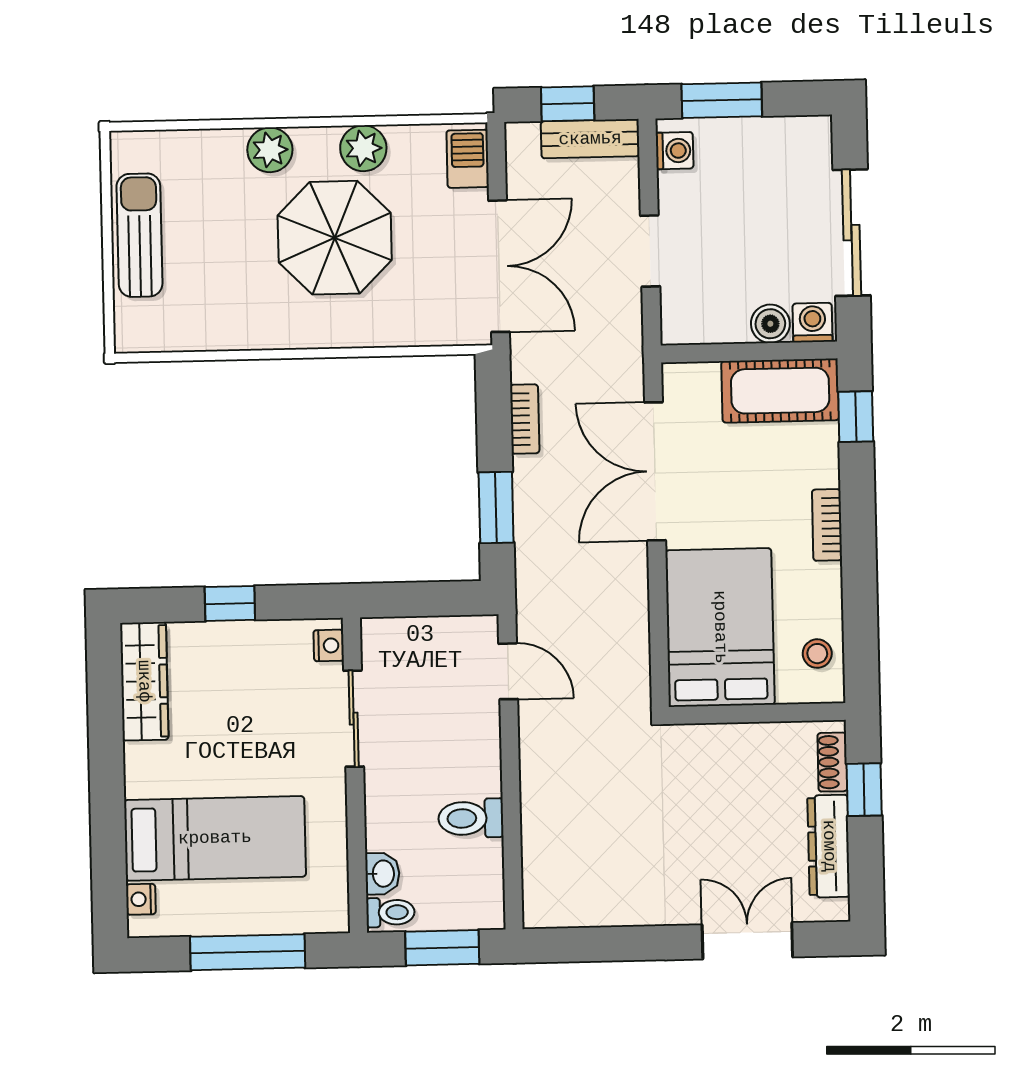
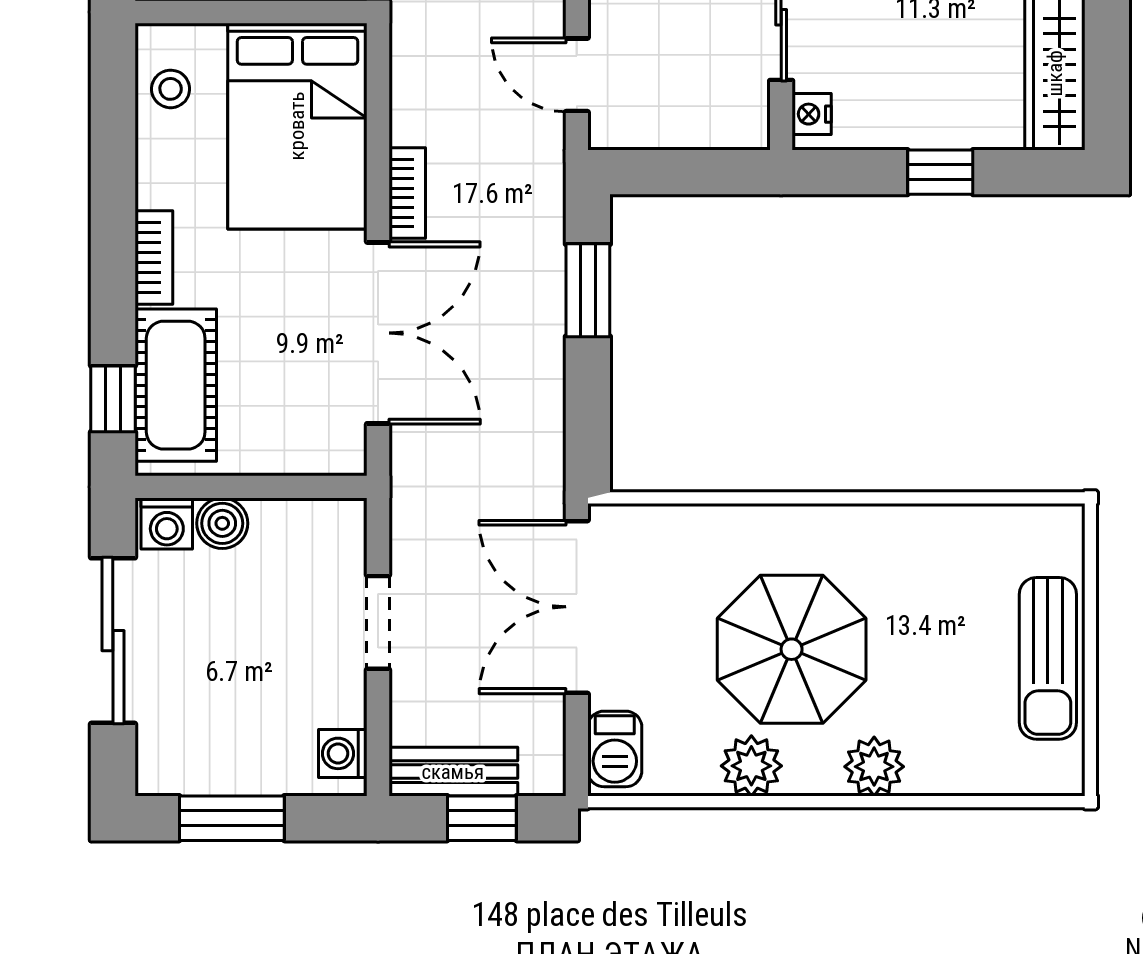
window: (722, 100) -> (232, 818), moved
cot: (780, 391) -> (176, 385), moved, turned 90
bookcase: (525, 419) -> (407, 193), moved, turned 180

